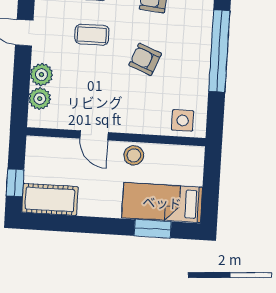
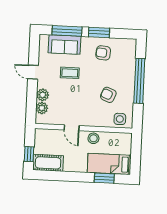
armchair: (145, 59) -> (108, 95), moved

